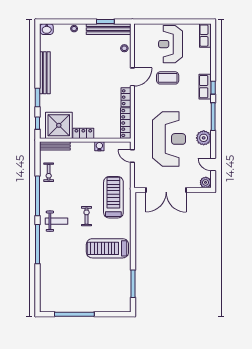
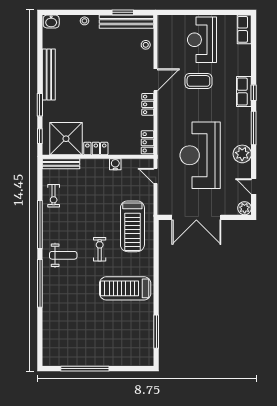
locker: (126, 123) -> (147, 142), width x0.66
reception desk: (169, 139) -> (200, 155), turned 180
treadmill: (113, 197) -> (132, 226), turned 180

